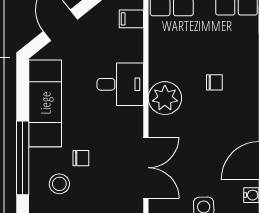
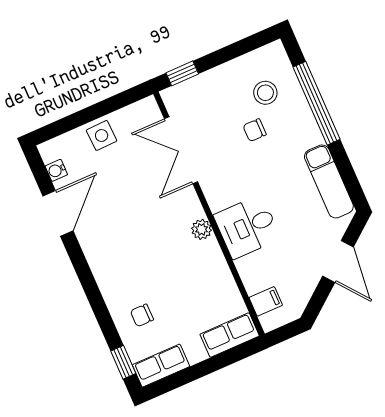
chair: (214, 82) -> (142, 315), moved
plant: (165, 98) -> (202, 229), width x0.53, depth x0.53
exam couch: (45, 103) -> (329, 181), width x0.73, depth x0.69

